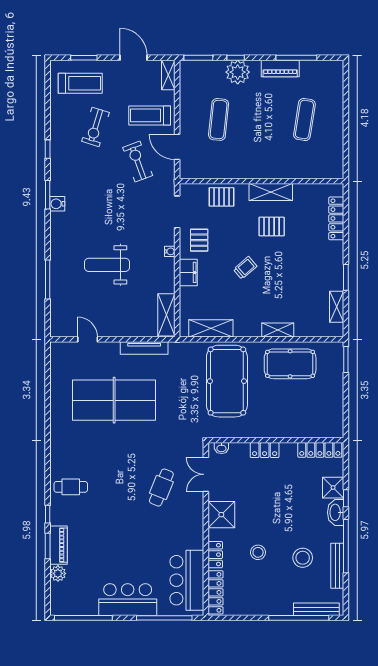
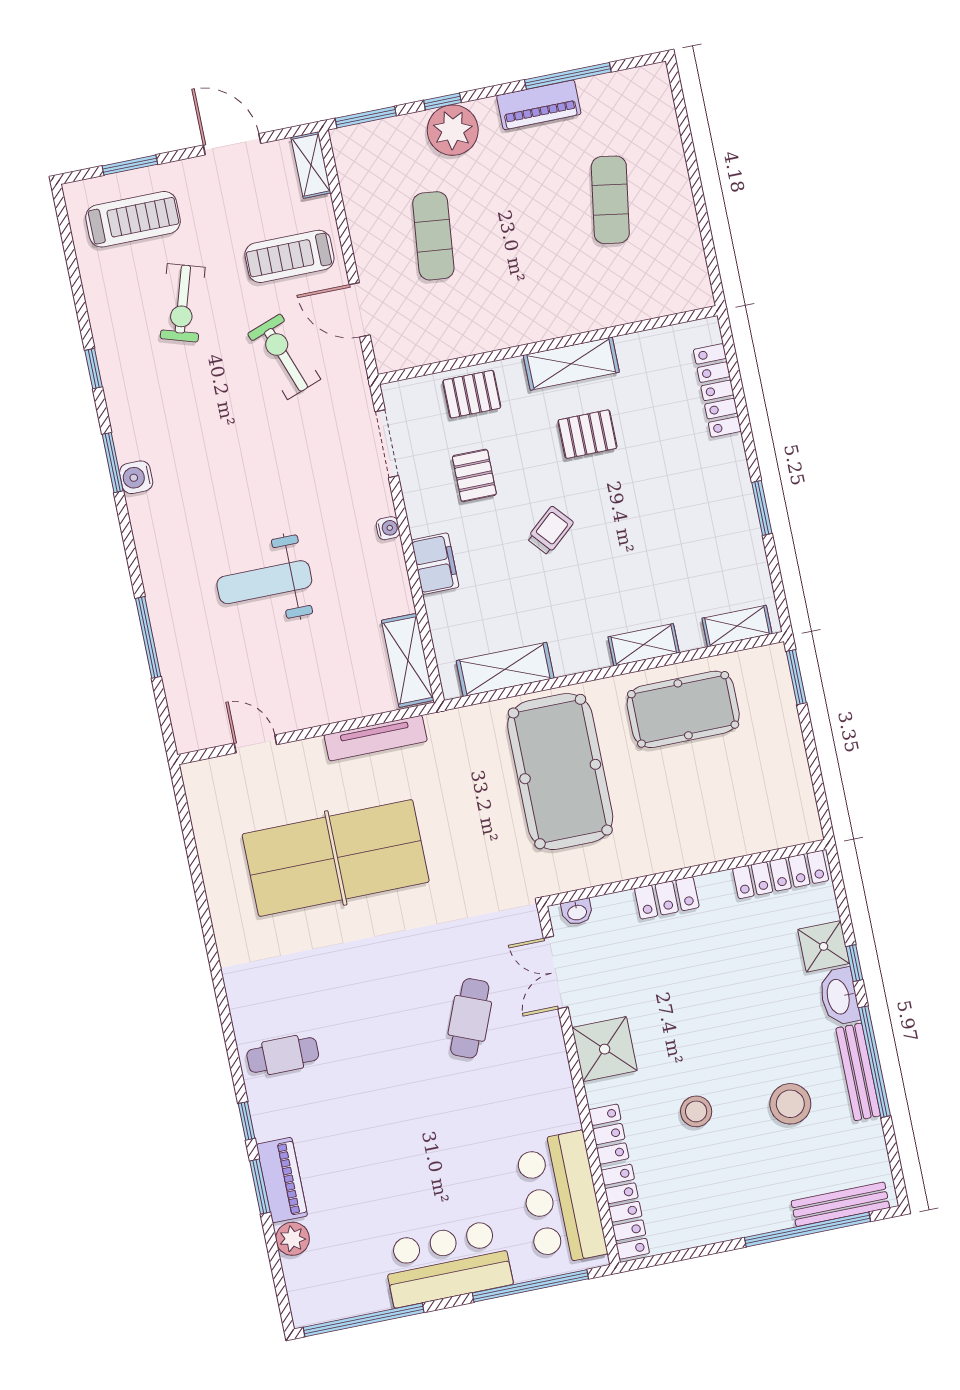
pallet: (199, 240) -> (474, 475), moved
shelving: (337, 307) -> (737, 626), moved, turned 90
bench: (337, 566) -> (858, 1072), moved

